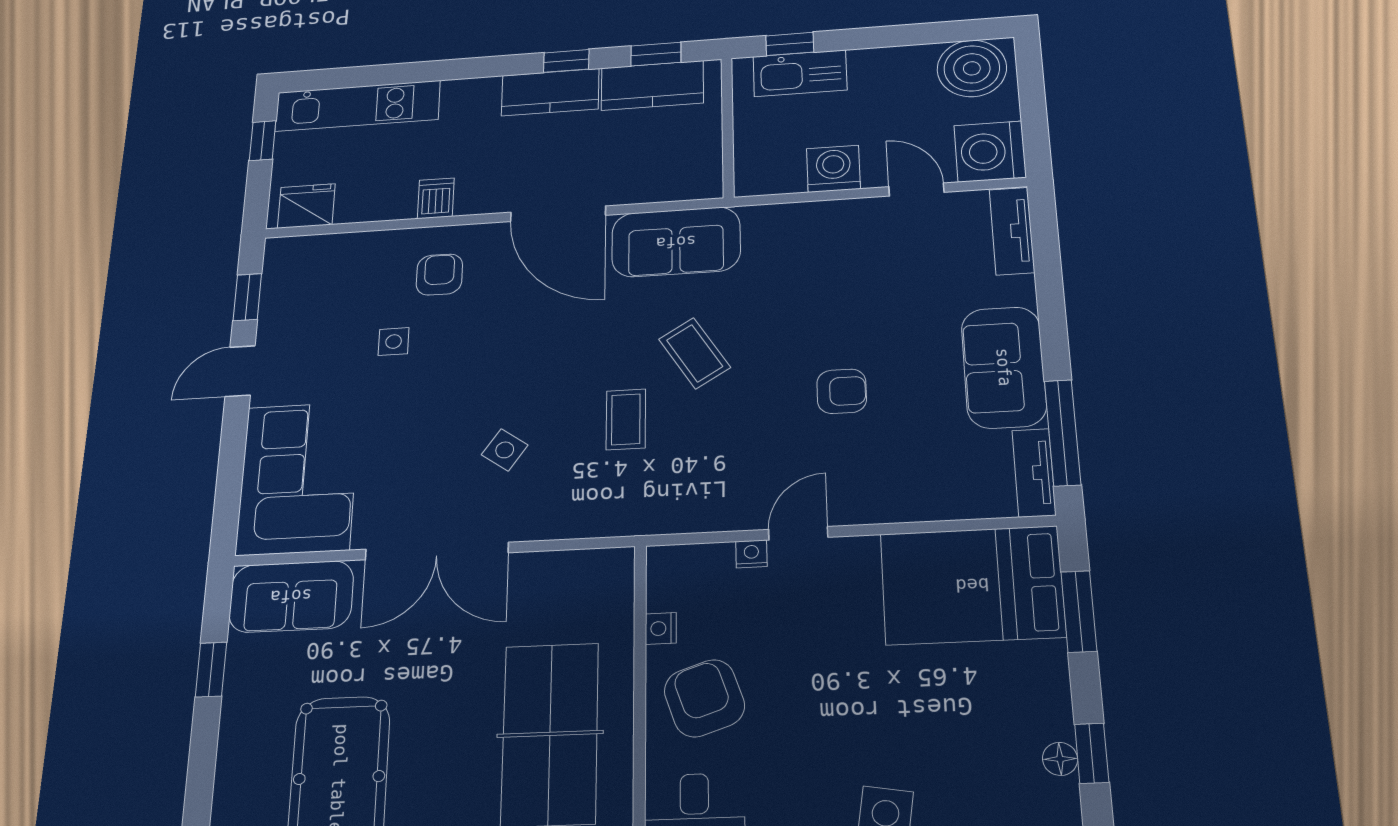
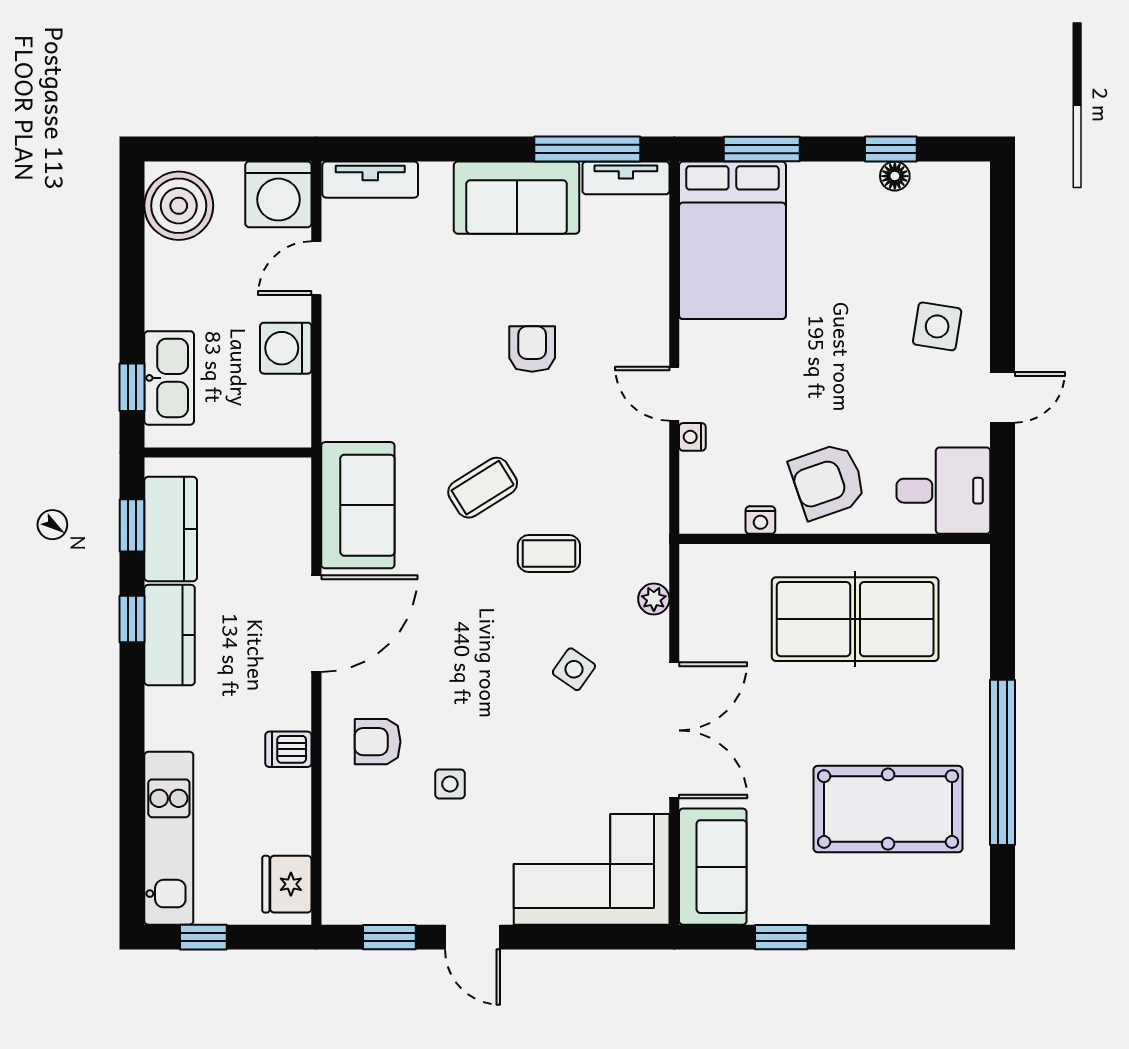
plant: (576, 524) -> (654, 599), added

